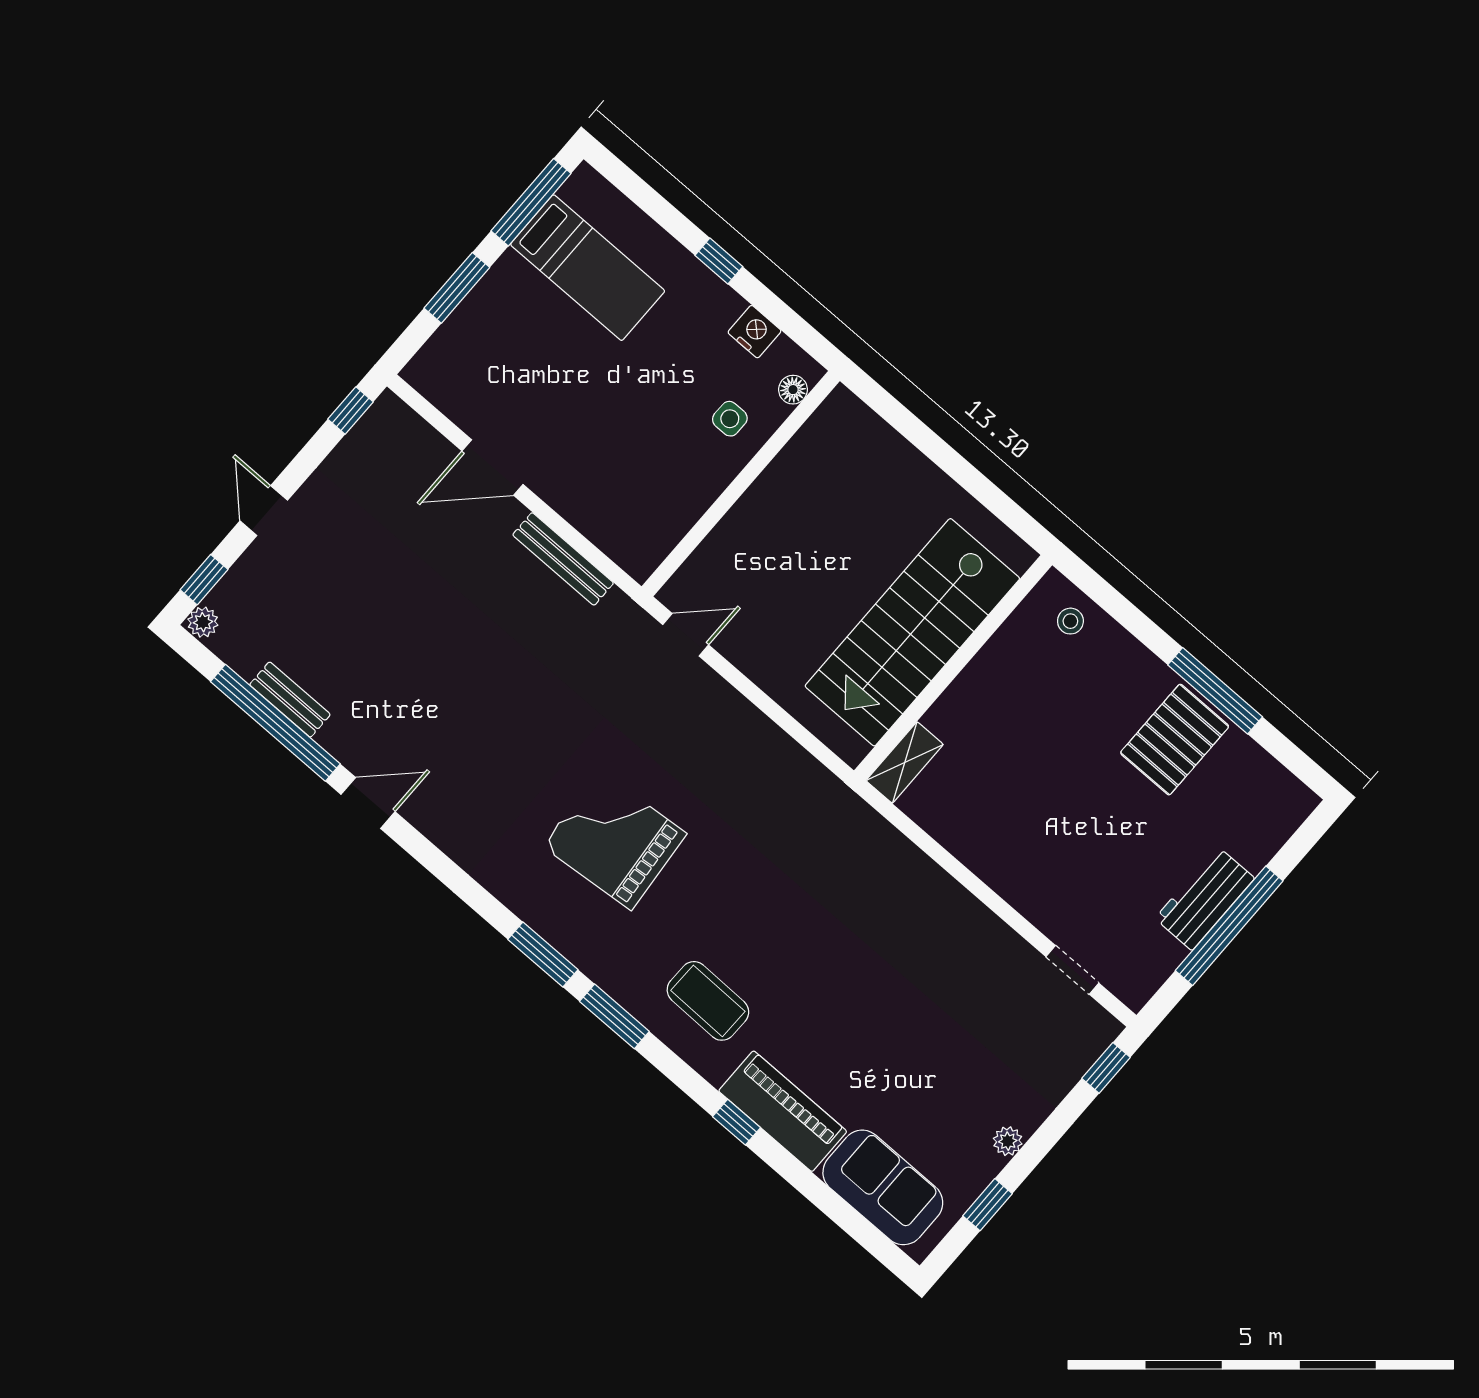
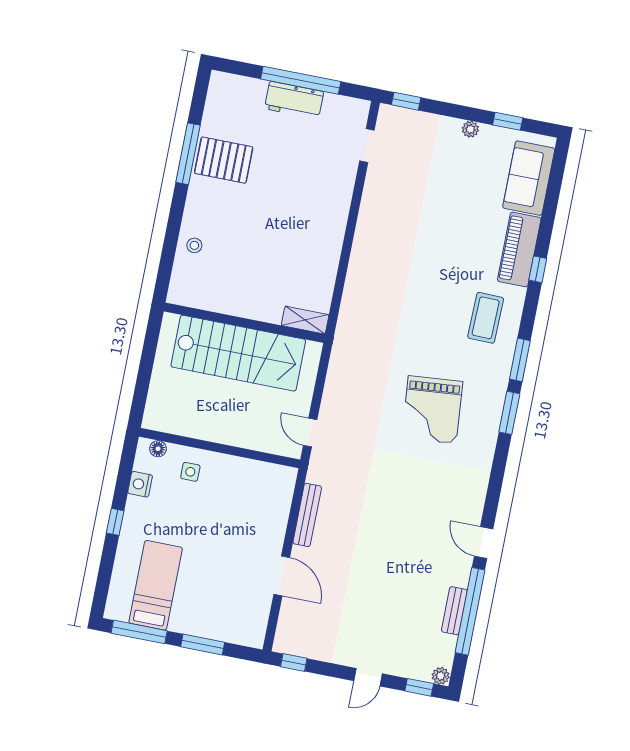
stairs: (912, 632) -> (238, 353), moved
wall: (953, 668) -> (244, 323), moved
shelving: (905, 762) -> (305, 320), moved

